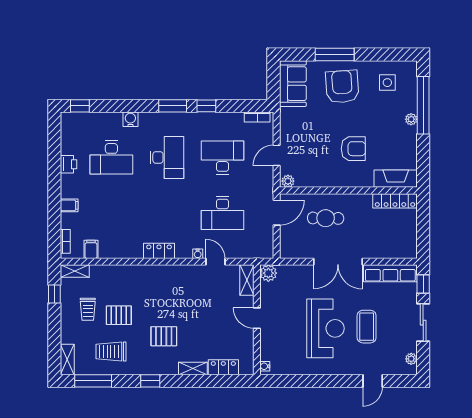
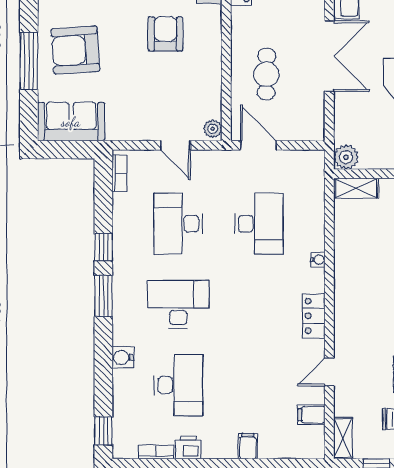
bookcase: (65, 241) -> (156, 452), moved
door: (216, 262) -> (329, 372), moved

